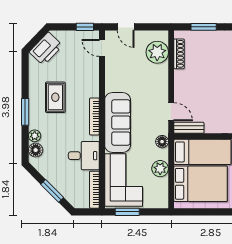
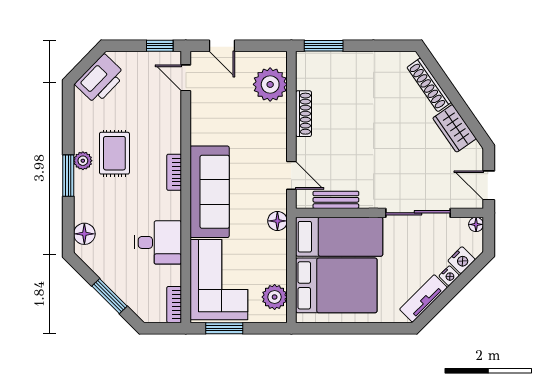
window: (204, 27) -> (324, 46), moved
shoe rack: (179, 54) -> (304, 114), moved
bookcase: (94, 116) -> (174, 172), width x0.64
bench: (189, 128) -> (336, 200), moved
plant: (35, 136) -> (83, 161), moved
plant: (160, 169) -> (275, 297), moved
bookcase: (94, 190) -> (174, 305), width x0.64

